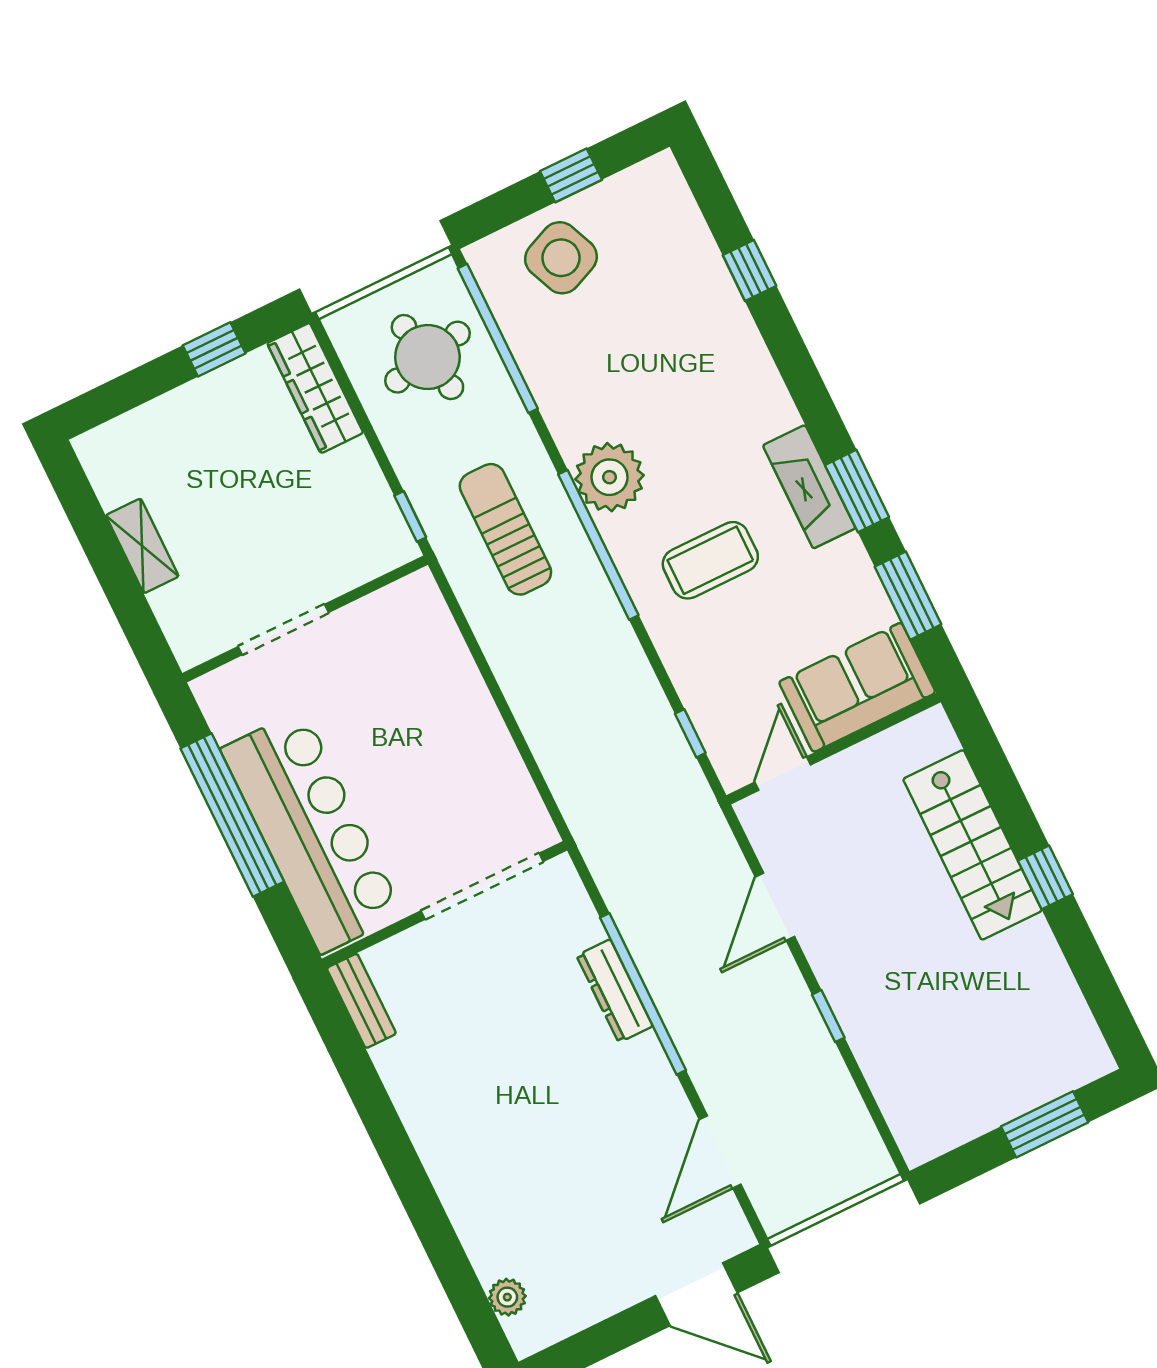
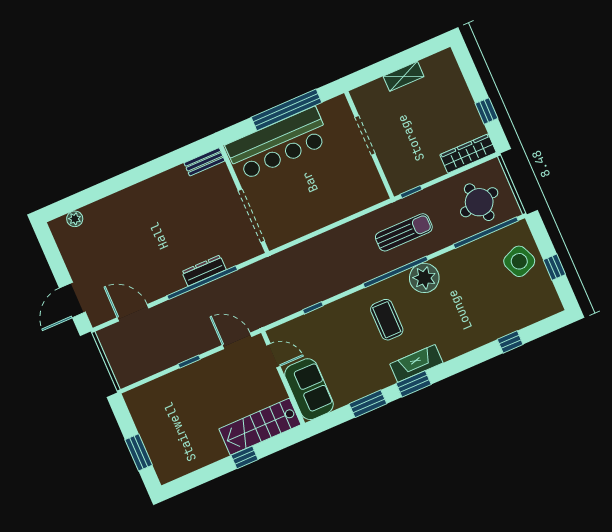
sofa: (857, 687) -> (309, 389), moved
wall: (834, 749) -> (283, 378), moved
door: (783, 774) -> (273, 356), moved

